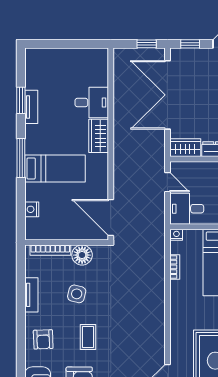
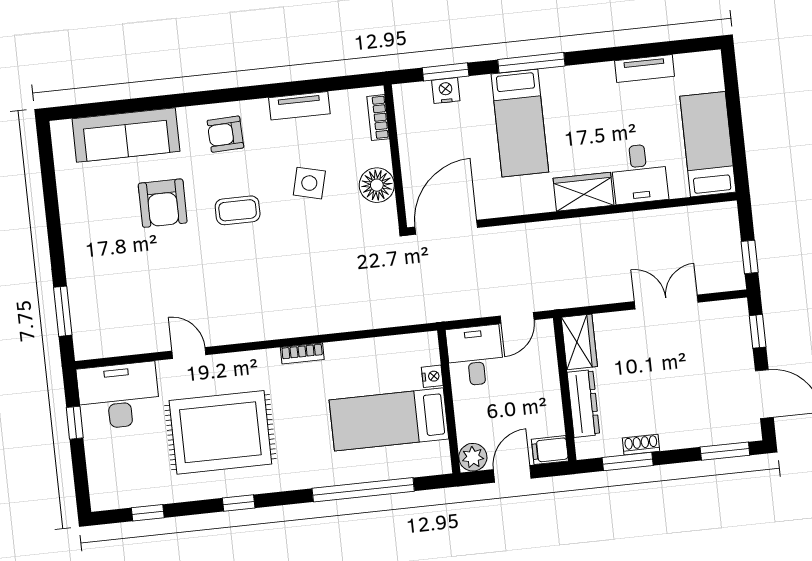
bed: (79, 61) -> (708, 144), added
double door: (167, 95) -> (666, 302), width x0.54
window: (21, 100) -> (446, 72), moved
tv unit: (31, 107) -> (644, 69), moved
nightstand: (176, 235) -> (432, 376), moved
bookcase: (50, 250) -> (378, 118), width x0.64
bookcase: (175, 267) -> (302, 353), moved

